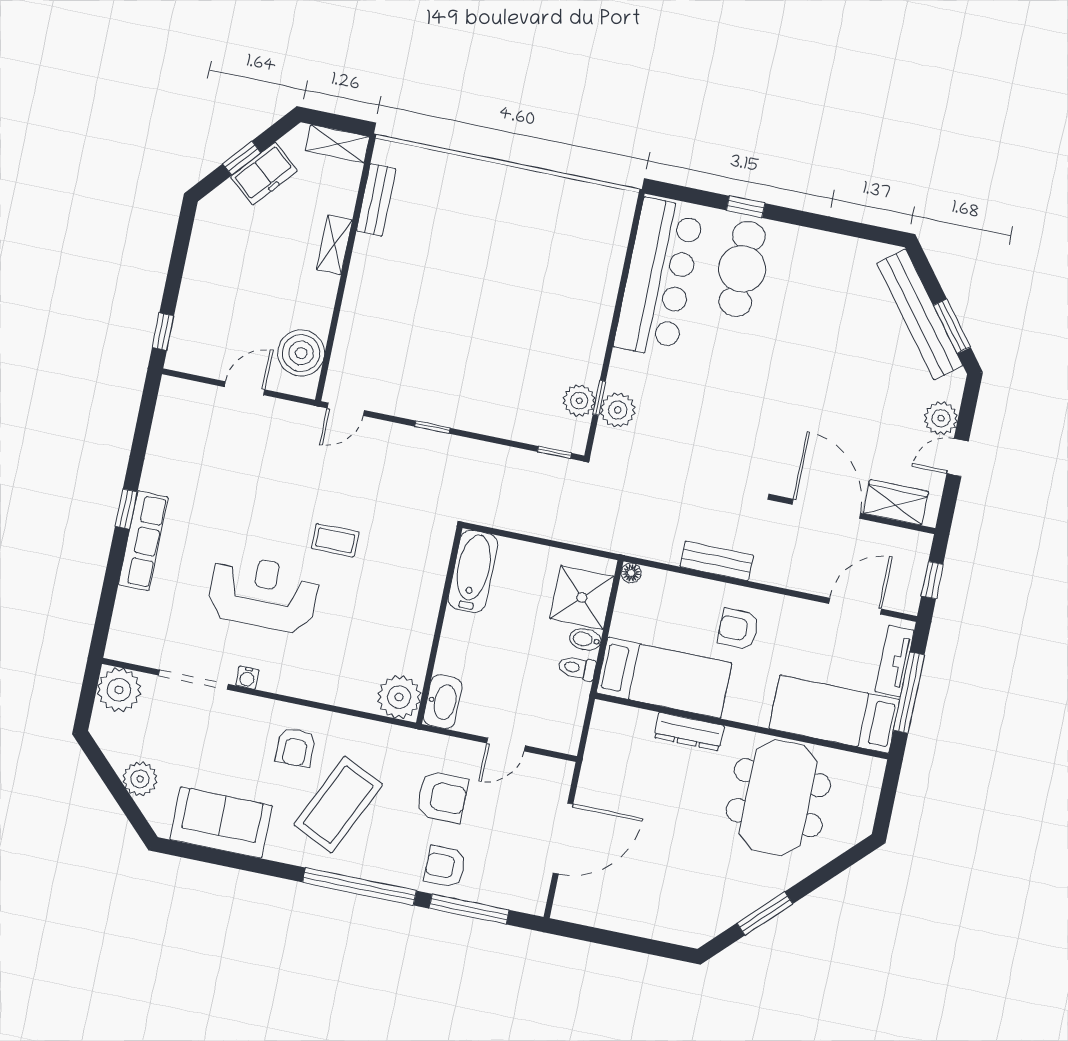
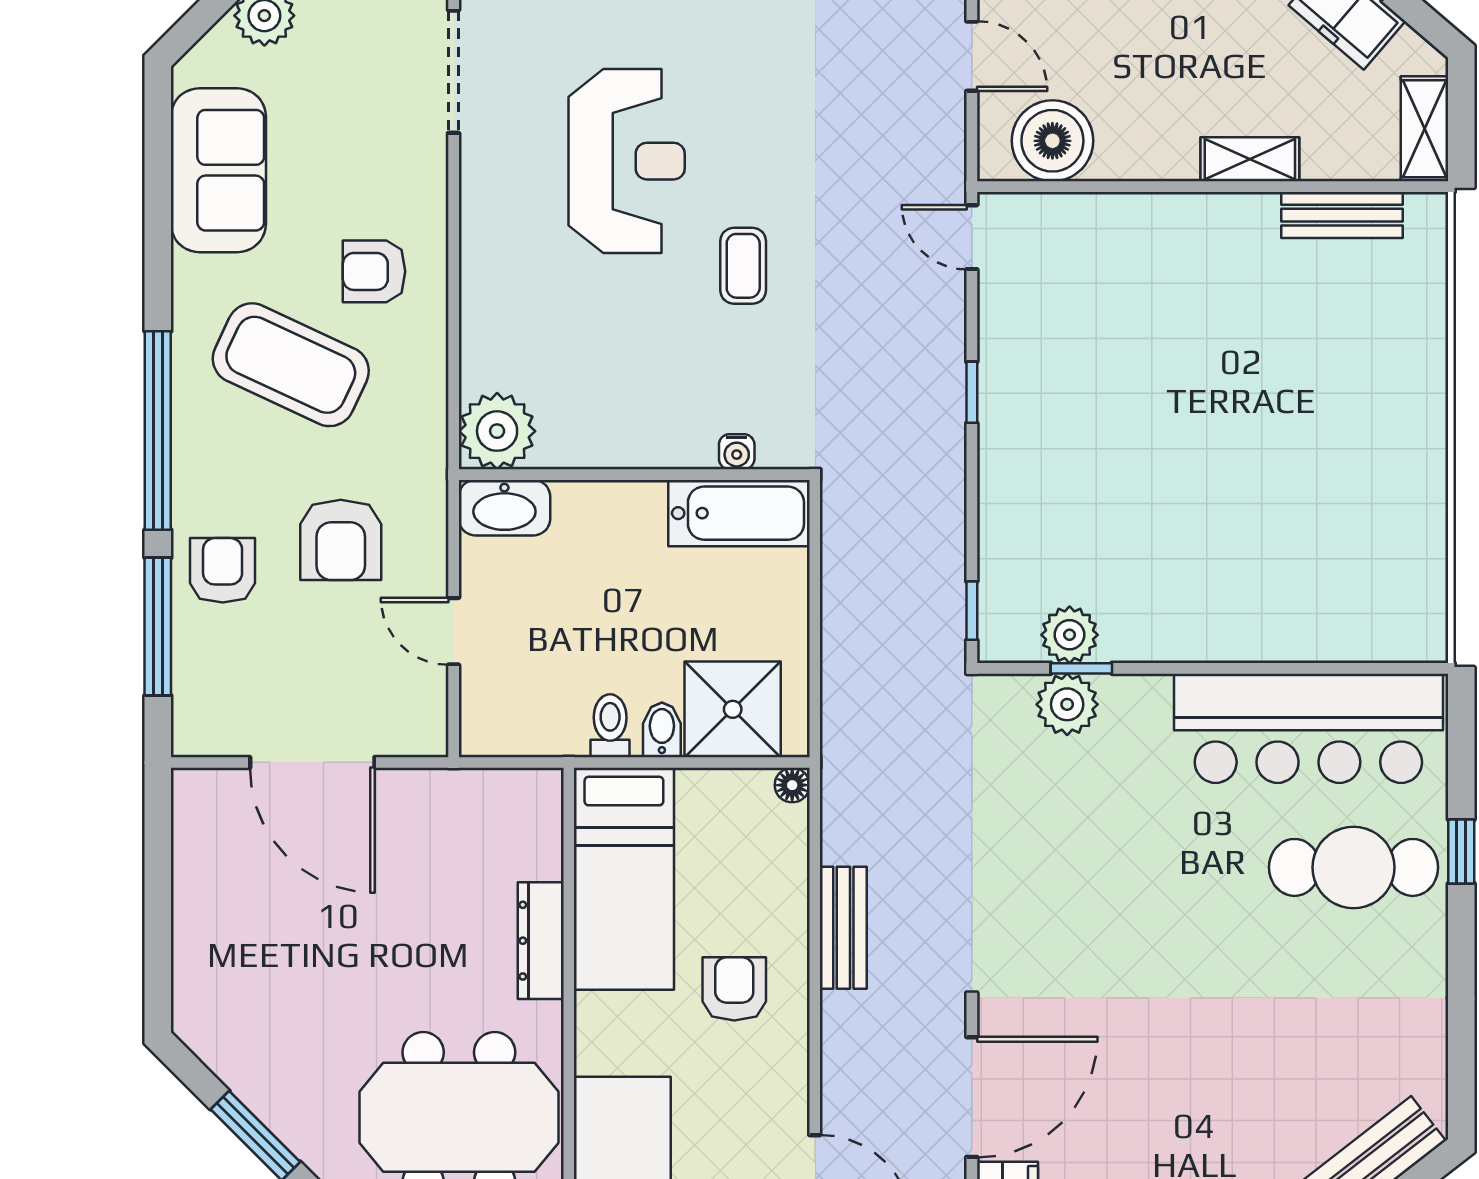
water cooler: (247, 678) -> (737, 452), moved, turned -90

